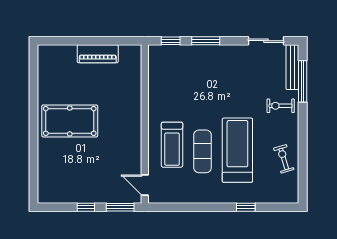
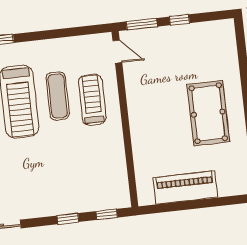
window: (206, 41) -> (68, 219), width x0.67
piano: (98, 54) -> (185, 188), width x1.37, depth x1.33
pool table: (70, 121) -> (208, 113), turned 90

